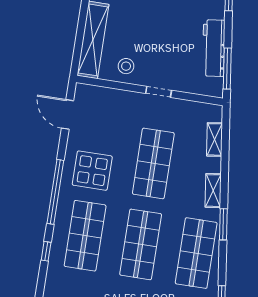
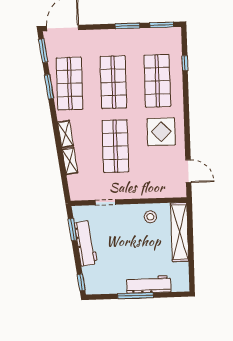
window: (227, 69) -> (72, 230), width x0.69
doorway: (159, 92) -> (105, 202), moved
shelving: (215, 139) -> (70, 161), moved
window: (55, 192) -> (186, 110), removed
window: (223, 224) -> (49, 87), moved

